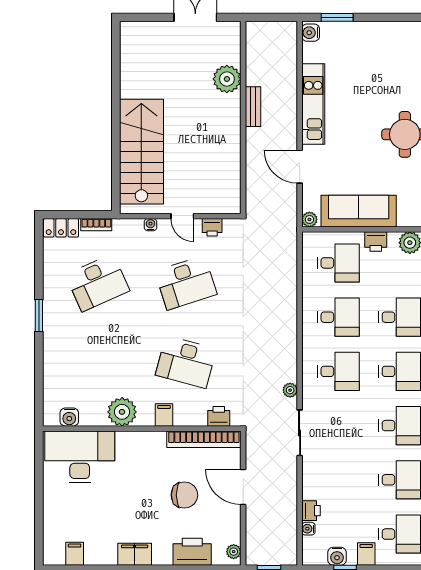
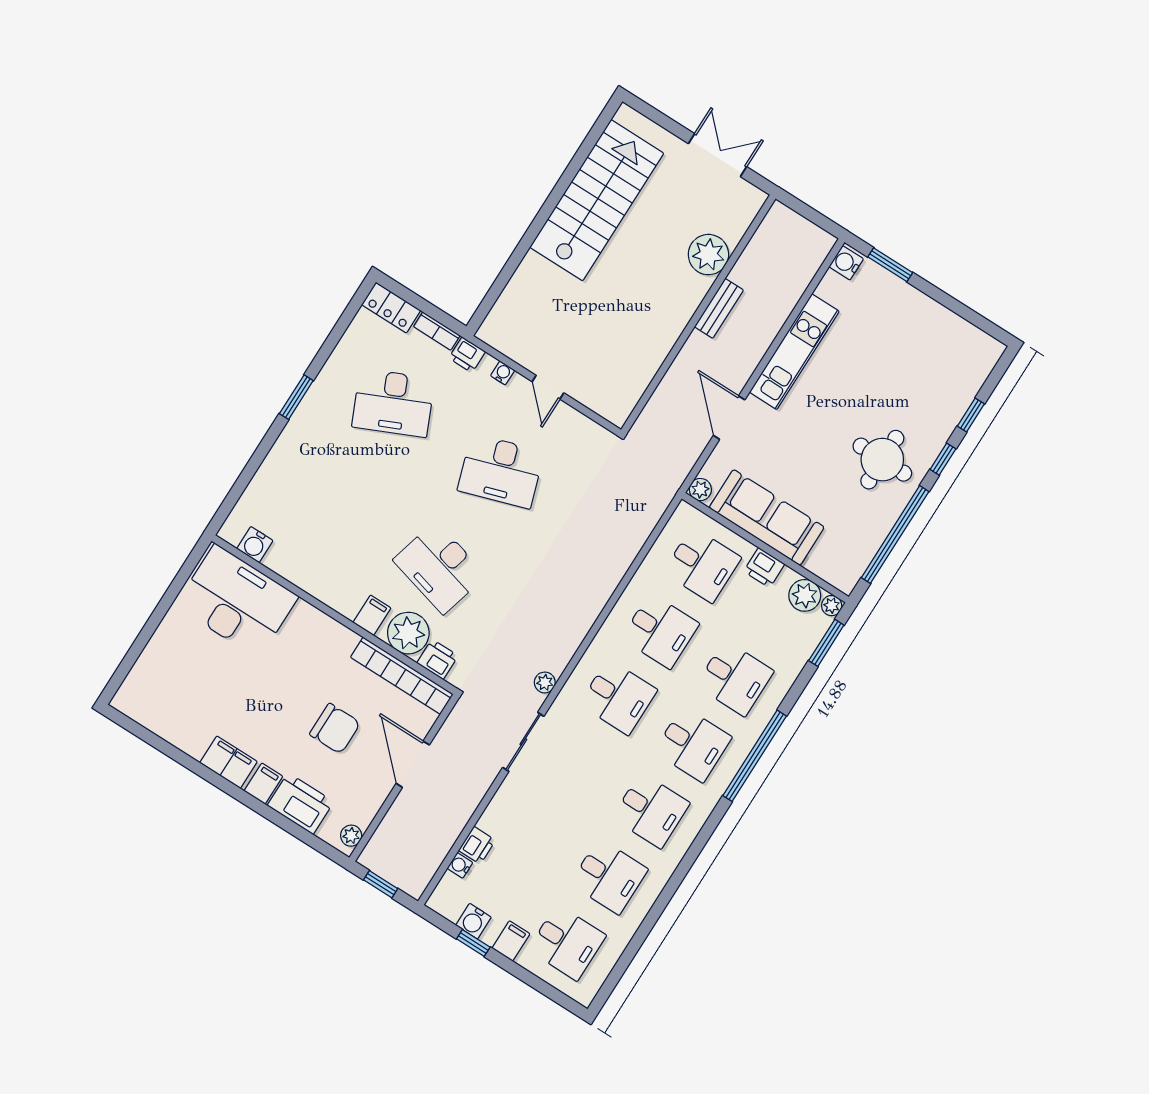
stairs: (141, 152) -> (597, 200), moved
printer: (212, 227) -> (467, 355), moved
plant: (122, 412) -> (408, 633), moved
filing cabinet: (75, 554) -> (263, 784), moved

